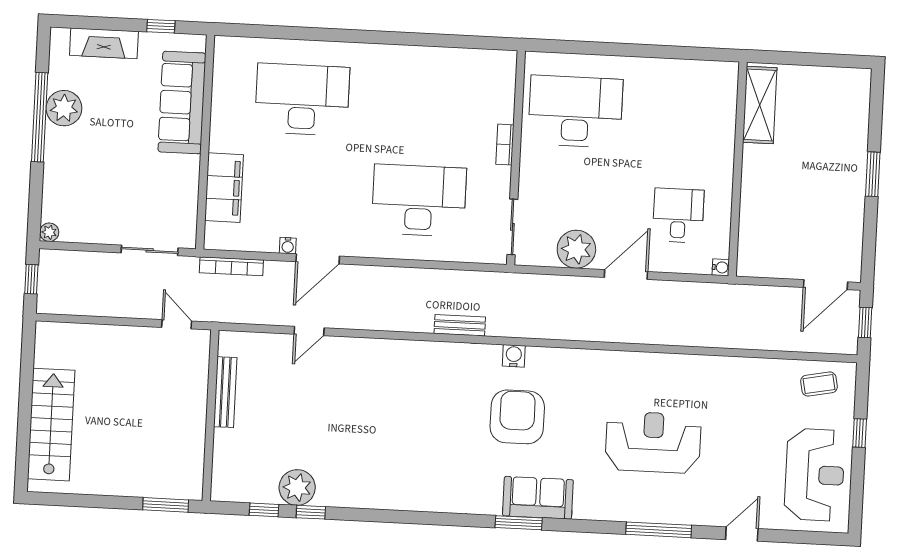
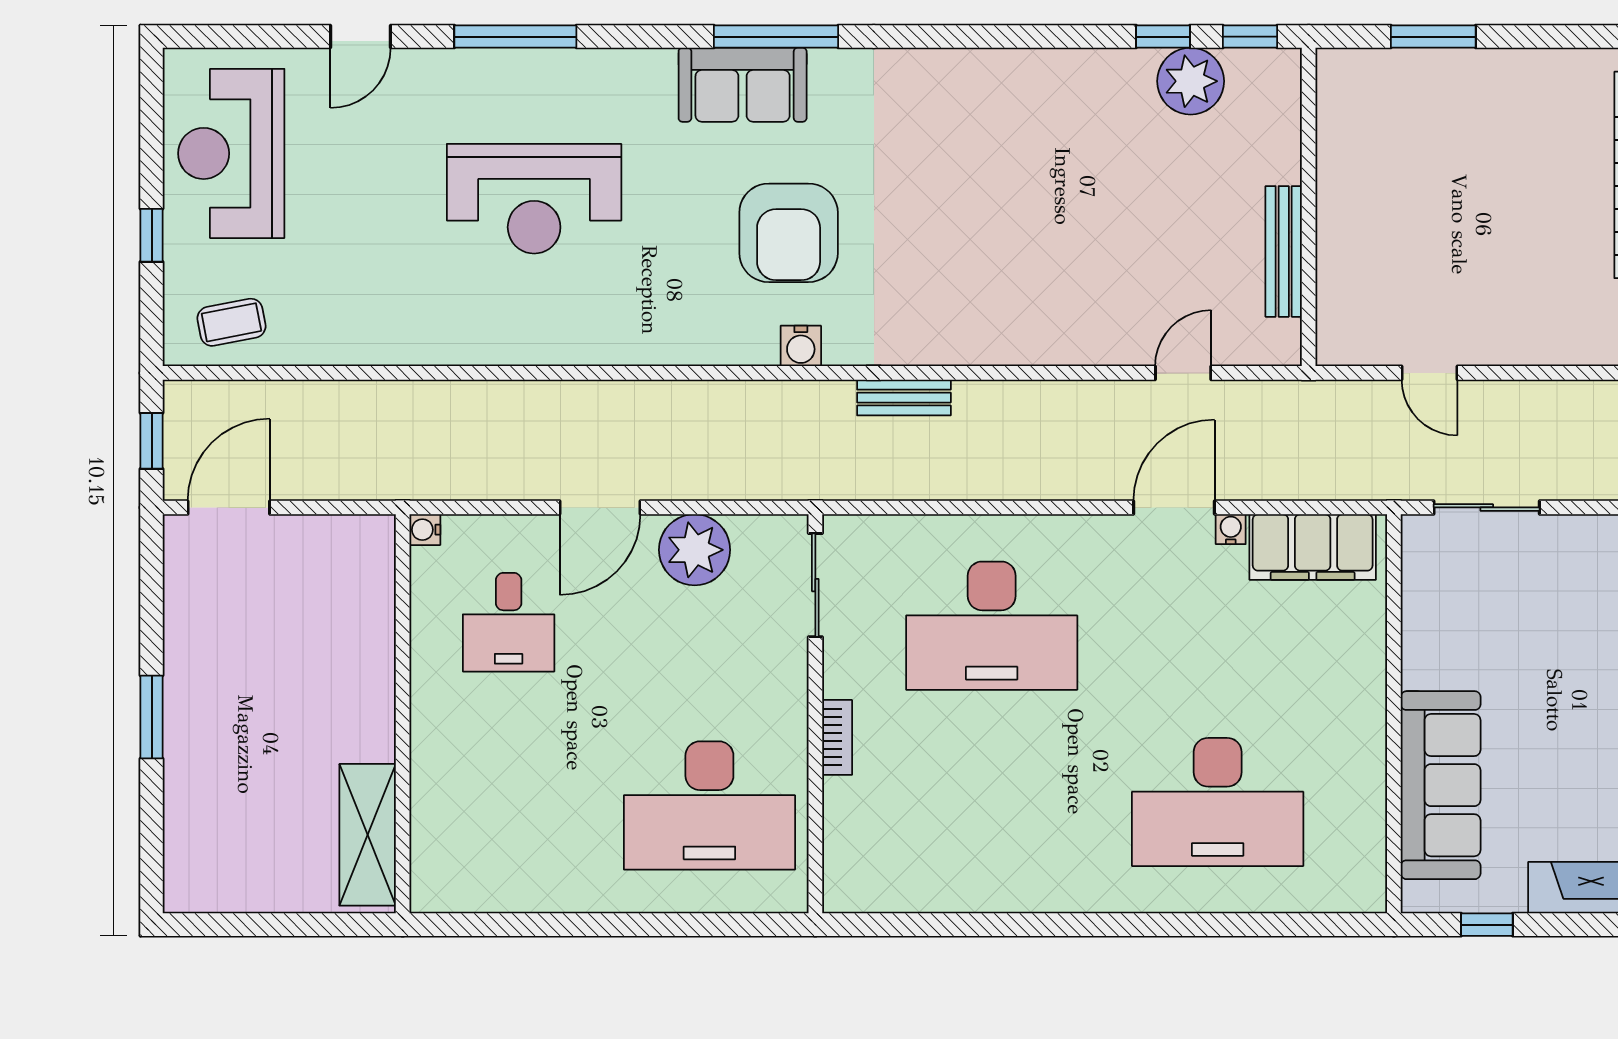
filing cabinet: (224, 188) -> (1313, 547), moved, turned -90
bookcase: (231, 266) -> (1333, 486), removed
bench: (225, 392) -> (1284, 251), moved
wall: (211, 415) -> (1309, 207), moved
window: (519, 523) -> (776, 37), width x1.44

